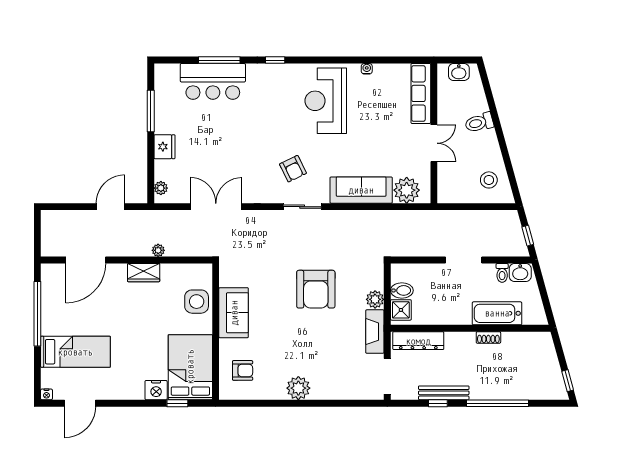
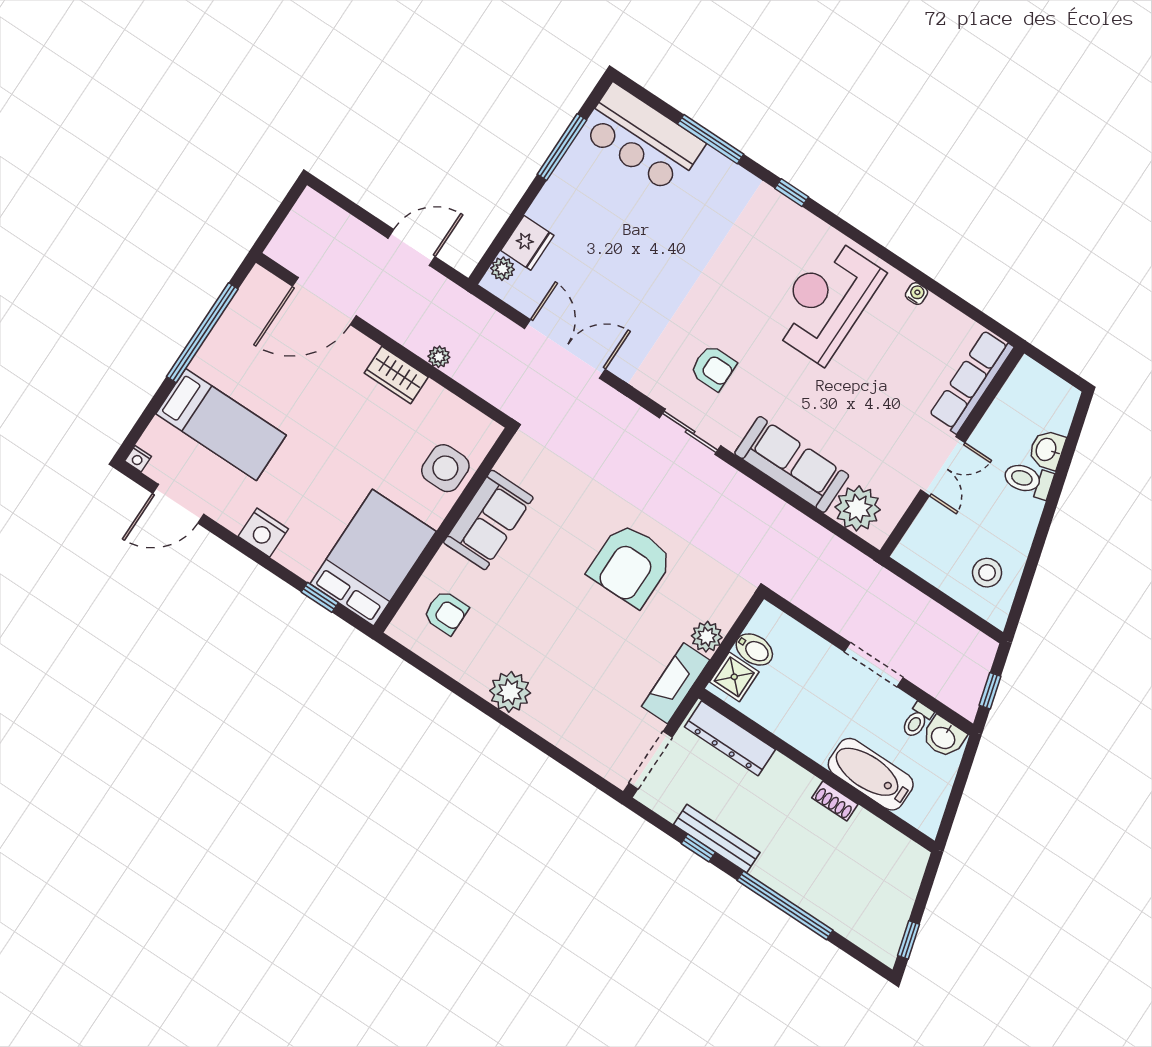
washbasin: (459, 72) -> (1047, 450), moved, turned 75
bar counter: (213, 81) -> (642, 138), moved
fridge: (164, 147) -> (527, 243), moved
armchair: (293, 169) -> (713, 368), turned -64
nightstand: (156, 390) -> (263, 533), moved

